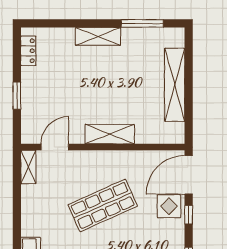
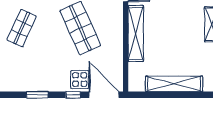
shelving: (110, 134) -> (136, 33), width x1.47

